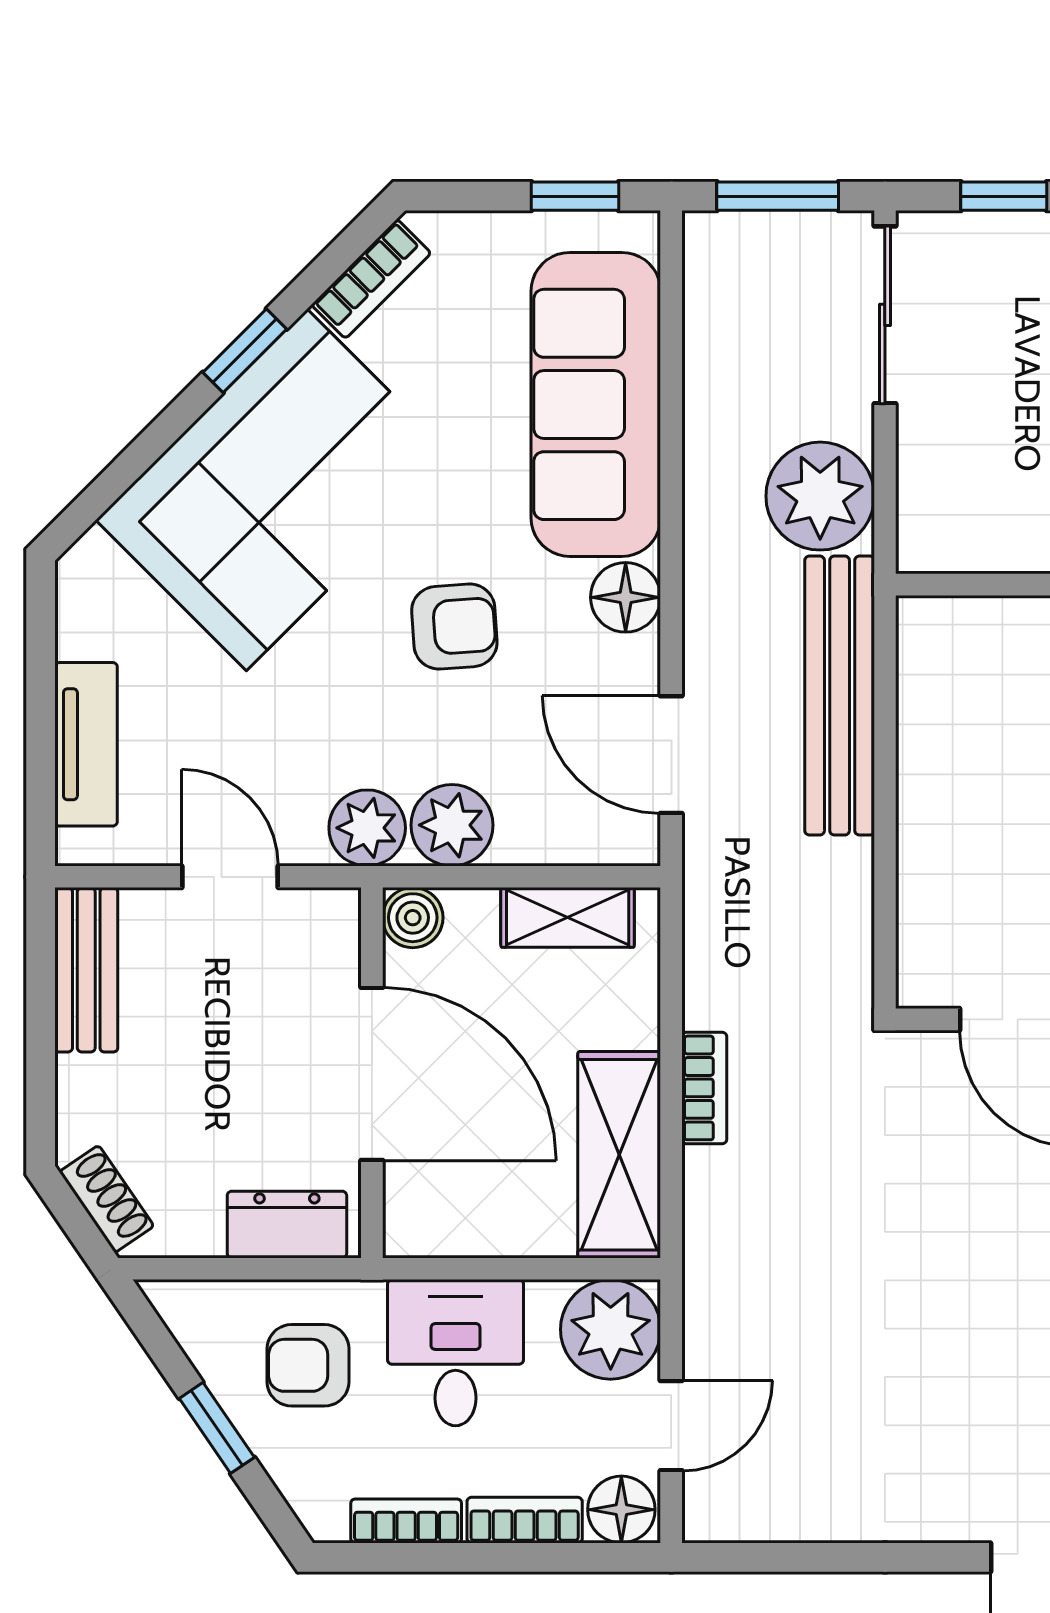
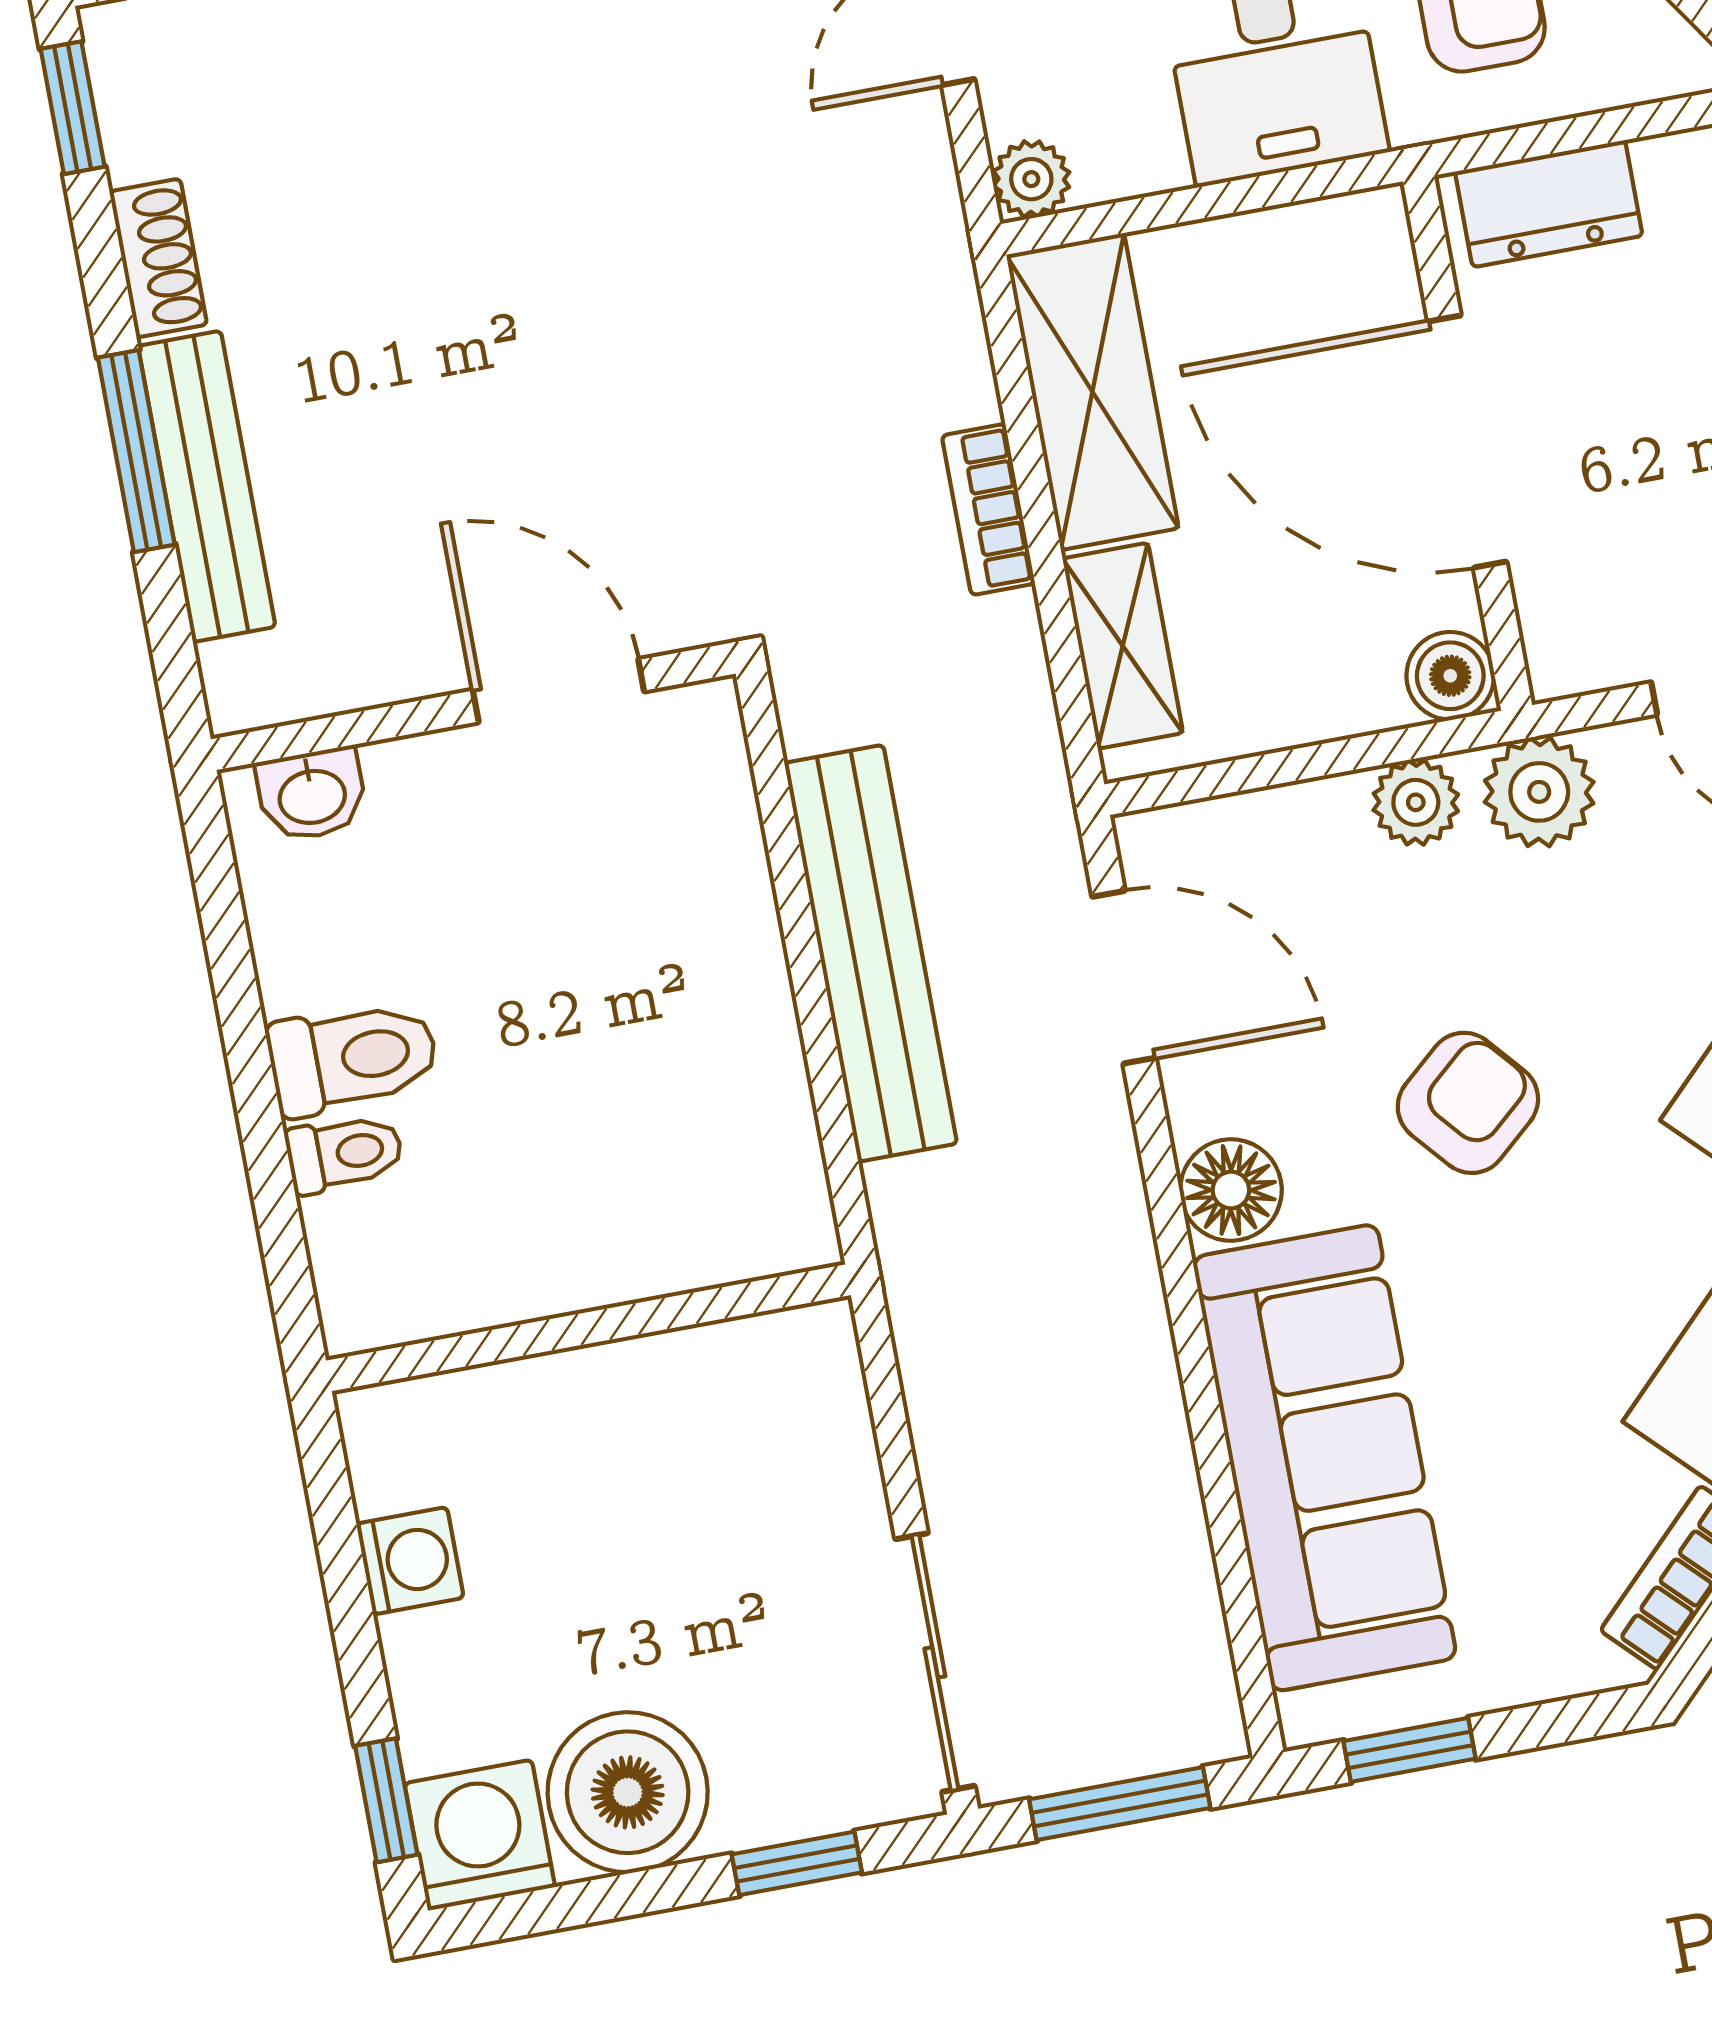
plant: (820, 496) -> (980, 1386), removed
armchair: (454, 627) -> (1468, 1103), turned 143
bench: (840, 696) -> (871, 953), moved
plant: (452, 825) -> (1416, 802), width x0.73, depth x0.73
shelving: (568, 917) -> (1123, 646), moved, turned 90
plant: (611, 1329) -> (1031, 179), width x0.53, depth x0.53

